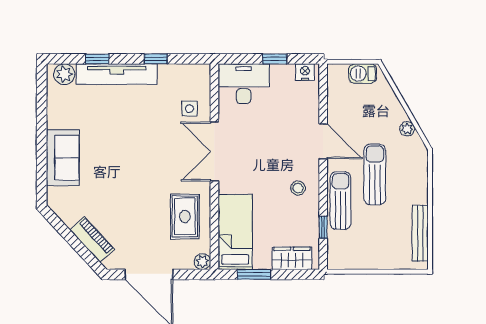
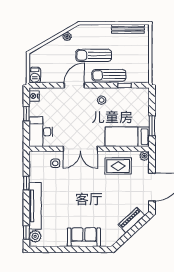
window: (97, 59) -> (26, 233), moved
barbecue: (363, 74) -> (35, 75), moved
wardrobe: (292, 258) -> (143, 104), removed

